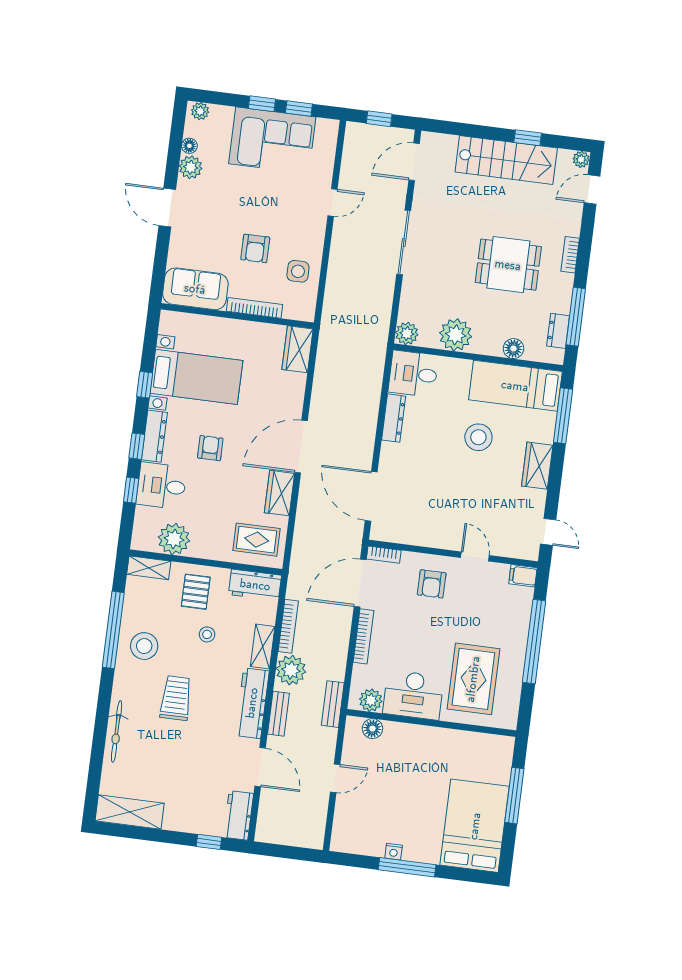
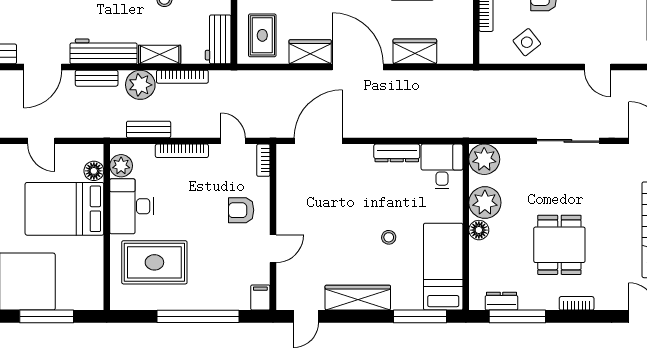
side table: (298, 271) -> (527, 42), turned -38
plant: (407, 334) -> (484, 159), width x1.36, depth x1.36
wardrobe: (297, 349) -> (415, 51), moved
floor lamp: (513, 349) -> (479, 230), moved
stool: (478, 437) -> (389, 237), width x0.53, depth x0.53
wardrobe: (537, 466) -> (358, 298), width x1.50
door: (360, 583) -> (233, 141), width x0.53
bench: (333, 704) -> (149, 129), moved
bed: (407, 763) -> (64, 209), added

